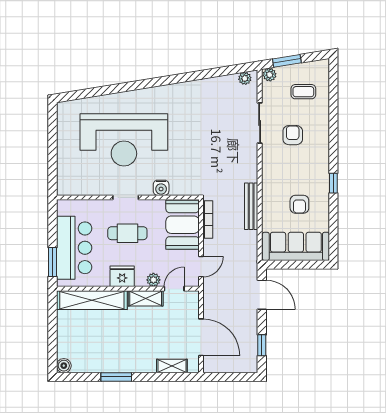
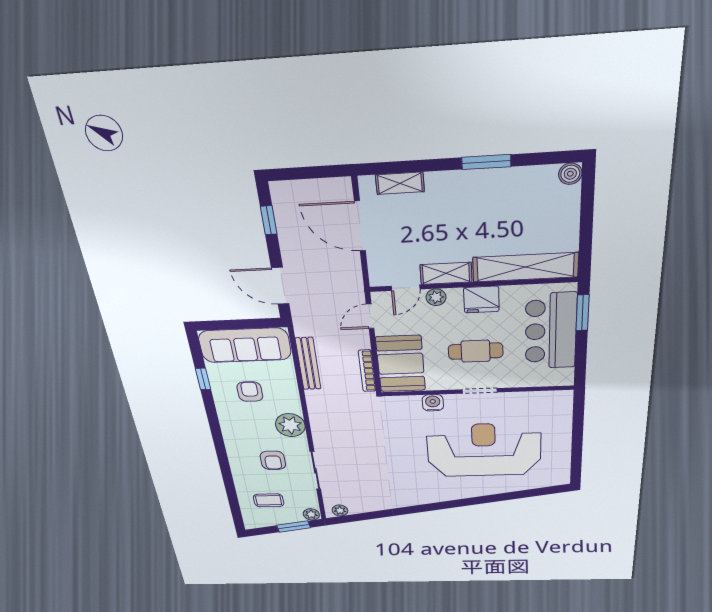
plant: (273, 171) -> (290, 425), added
window: (333, 183) -> (203, 379), moved
bench: (251, 206) -> (308, 364), moved

